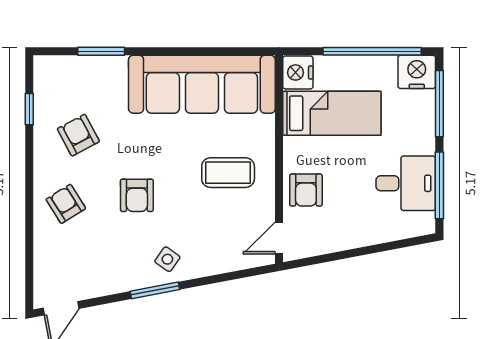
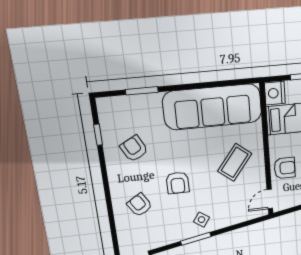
coffee table: (228, 173) -> (235, 162), turned -52
armchair: (306, 190) -> (285, 168), turned -90
armchair: (66, 204) -> (140, 205), moved

